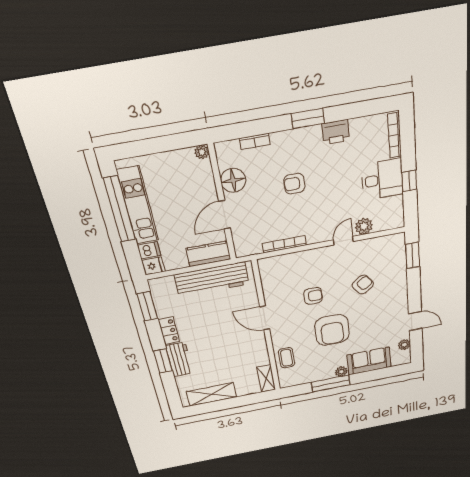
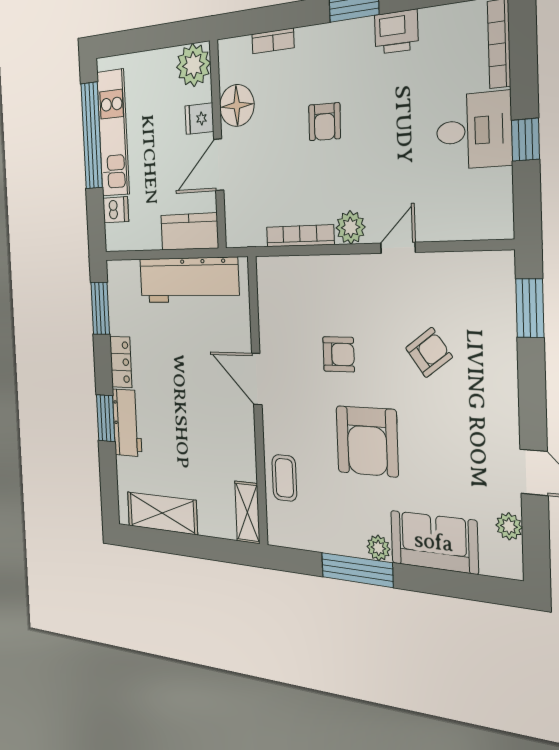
plant: (202, 152) -> (193, 65), width x1.87, depth x1.87
armchair: (294, 184) -> (325, 122), turned -89
plant: (364, 226) -> (351, 227), moved
fridge: (153, 266) -> (199, 119), moved, turned 180

